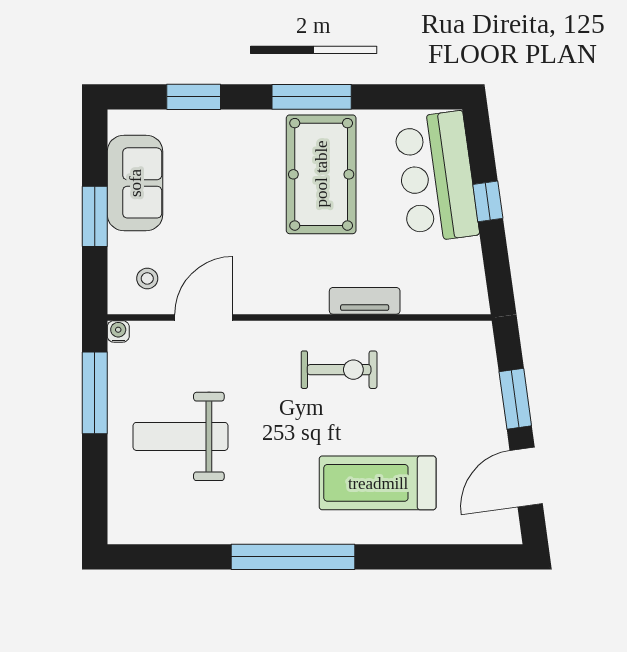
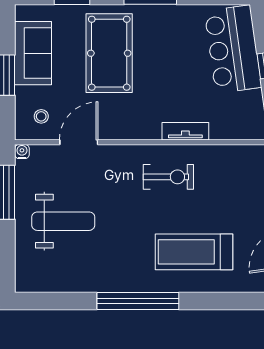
pool table: (321, 174) -> (109, 53), moved
weight bench: (181, 436) -> (63, 221), turned 180

